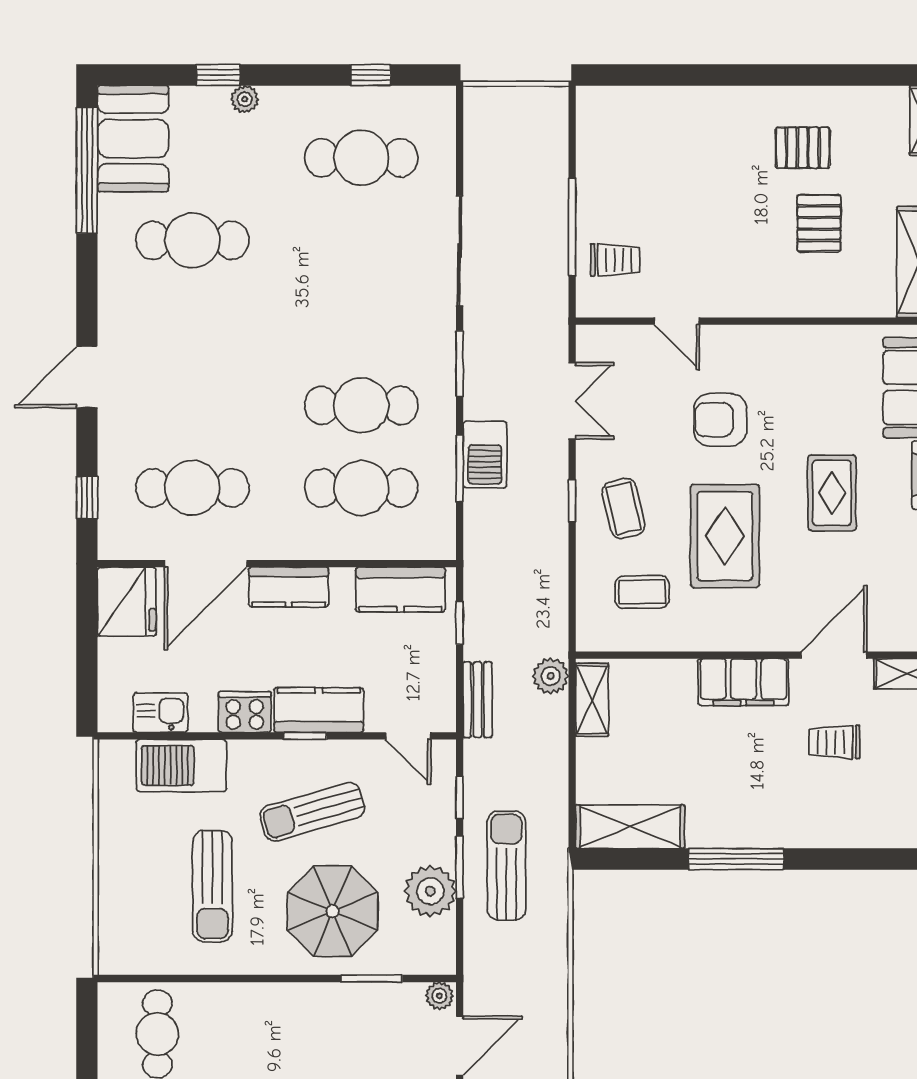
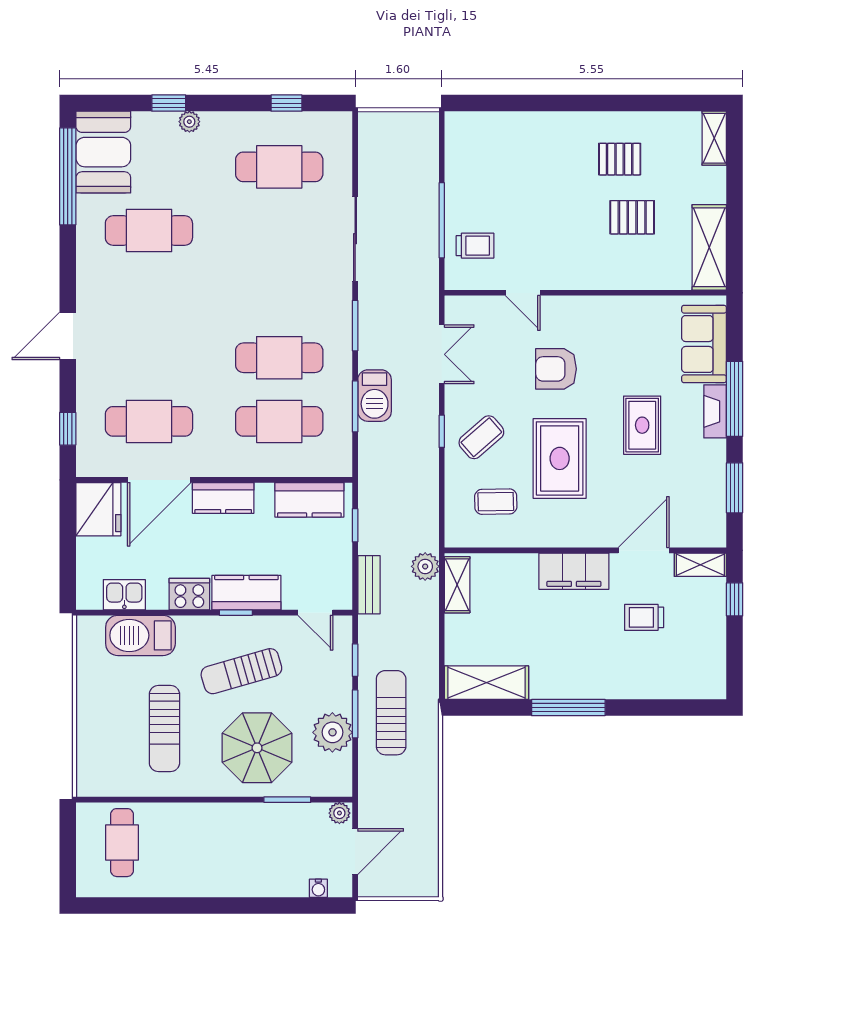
pallet: (819, 223) -> (632, 217), turned 90
coffee table: (623, 508) -> (481, 437), turned 62

